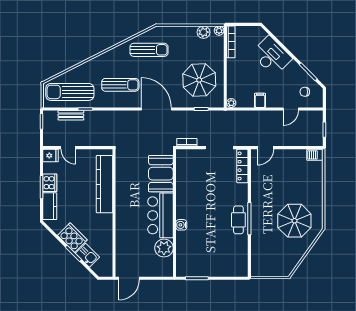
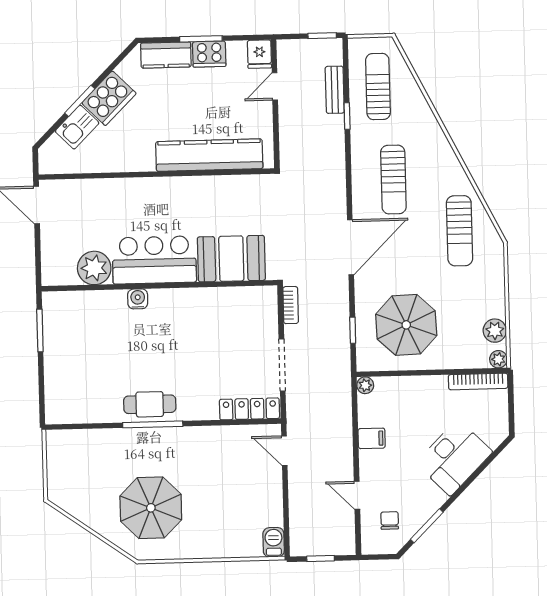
sun lounger: (70, 92) -> (378, 87), width x0.73, depth x0.75

